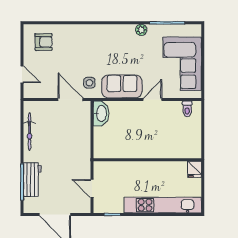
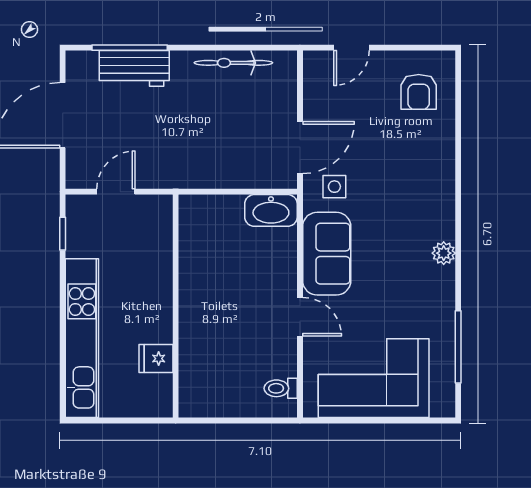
plant: (141, 30) -> (444, 253), moved
fridge: (195, 169) -> (156, 358), moved

